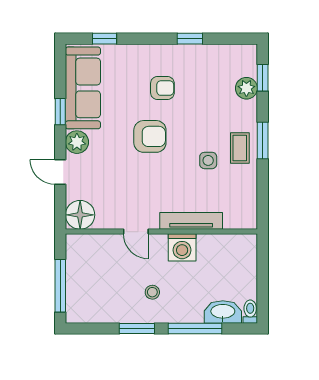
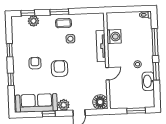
window: (105, 39) -> (11, 79), moved
washing machine: (182, 247) -> (114, 37), moved
window: (60, 286) -> (136, 111), width x0.69
washbasin: (223, 312) -> (148, 81), moved

